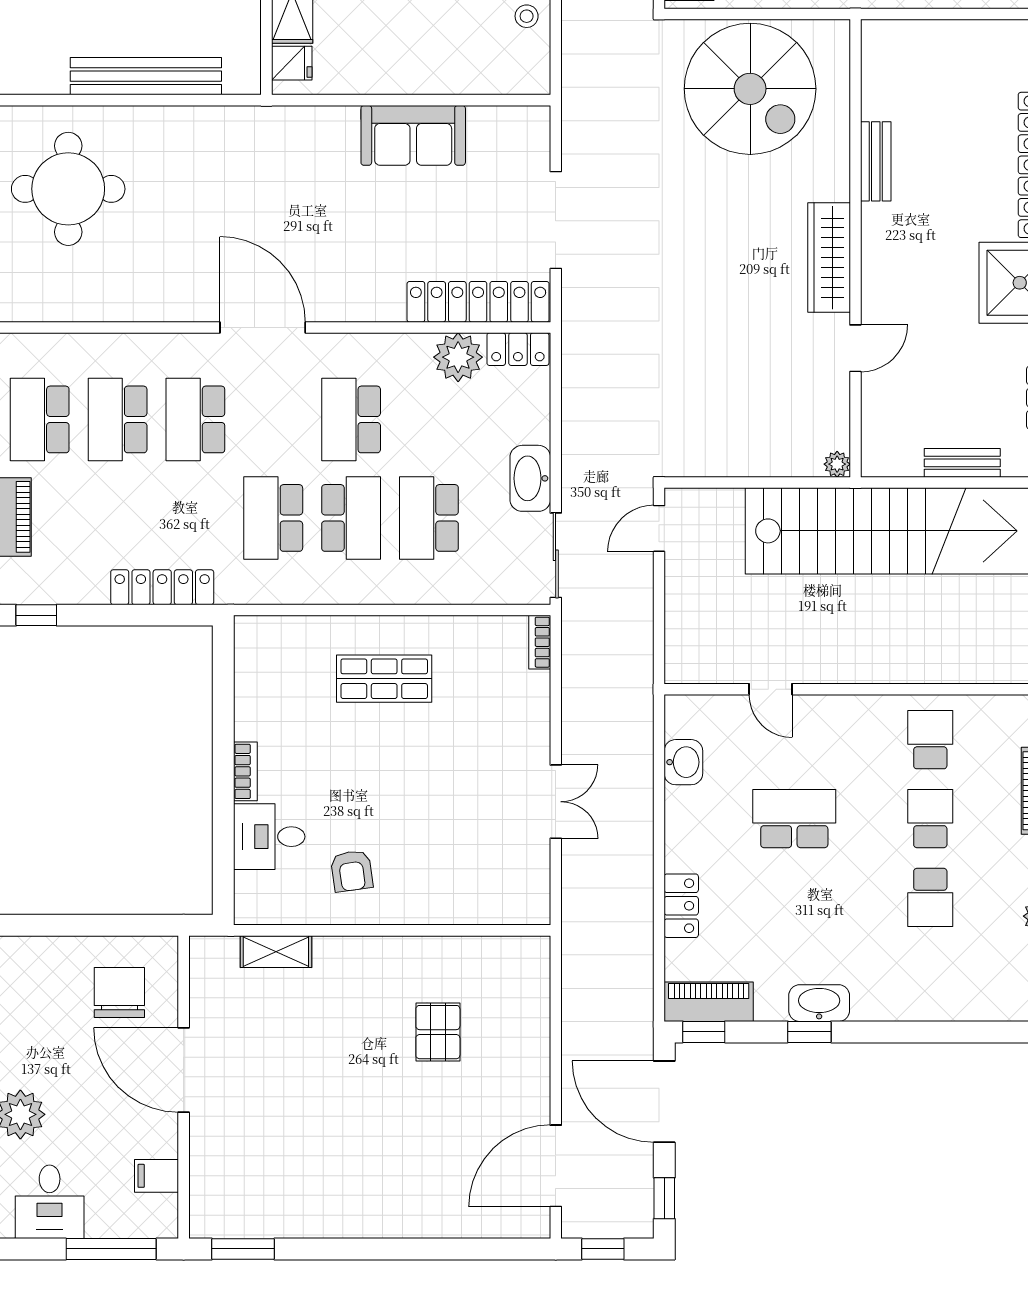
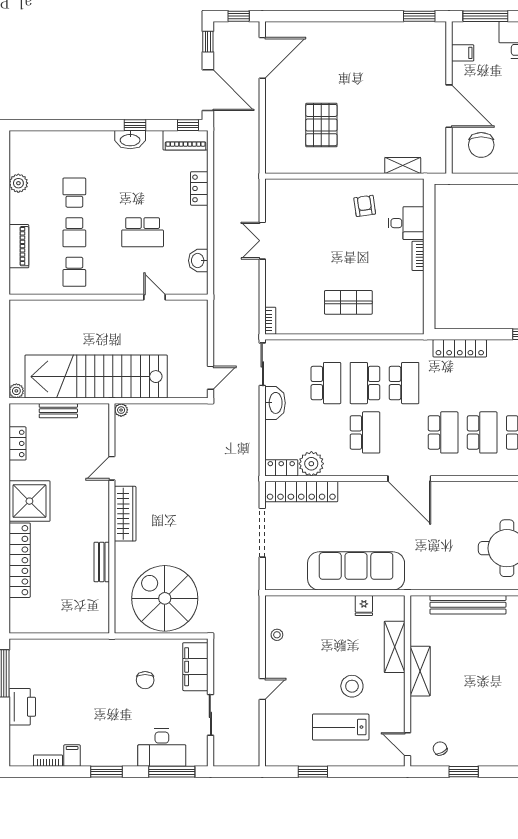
fridge: (292, 63) -> (364, 605), moved, turned -90
sofa: (413, 135) -> (356, 571), width x1.85, depth x1.27
pallet: (438, 1032) -> (321, 125), width x1.50, depth x1.42

